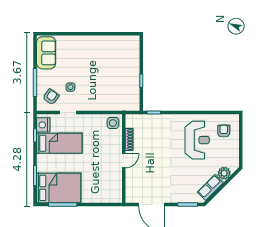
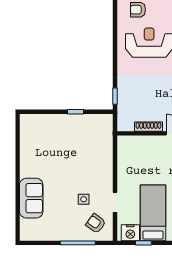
sofa: (46, 53) -> (31, 198), moved, turned 90
side table: (113, 123) -> (128, 147), removed

